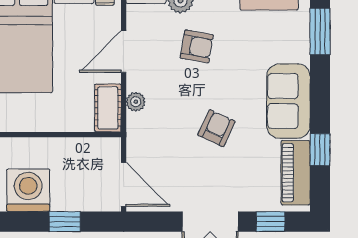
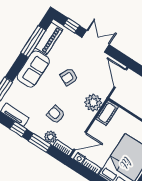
door: (124, 52) -> (80, 141), moved
plant: (136, 102) -> (93, 103), width x1.87, depth x1.87
window: (320, 150) -> (33, 42), width x2.17

